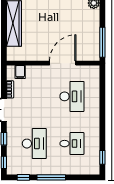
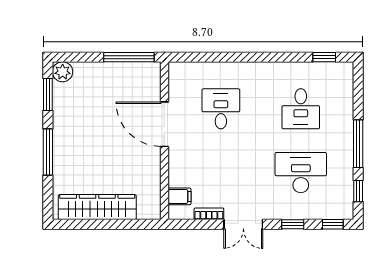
desk: (72, 96) -> (221, 109), width x0.73
desk: (72, 144) -> (301, 109), turned 180

